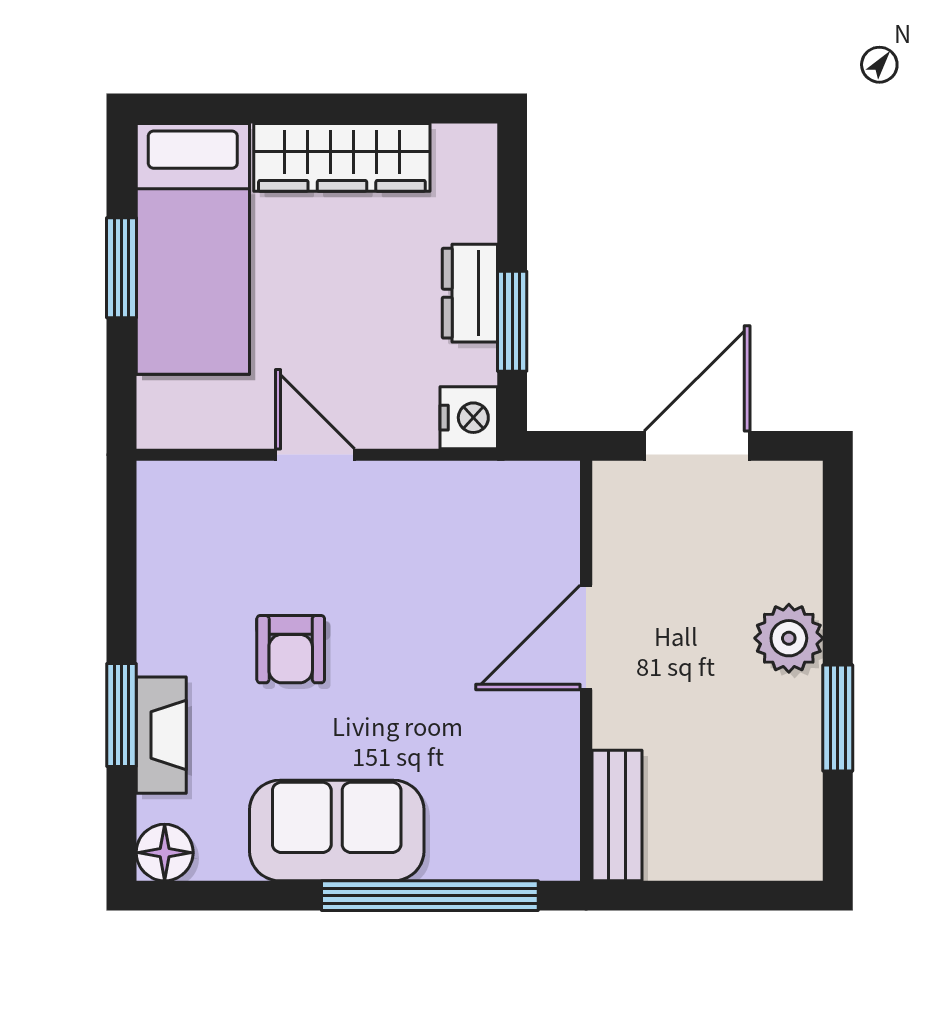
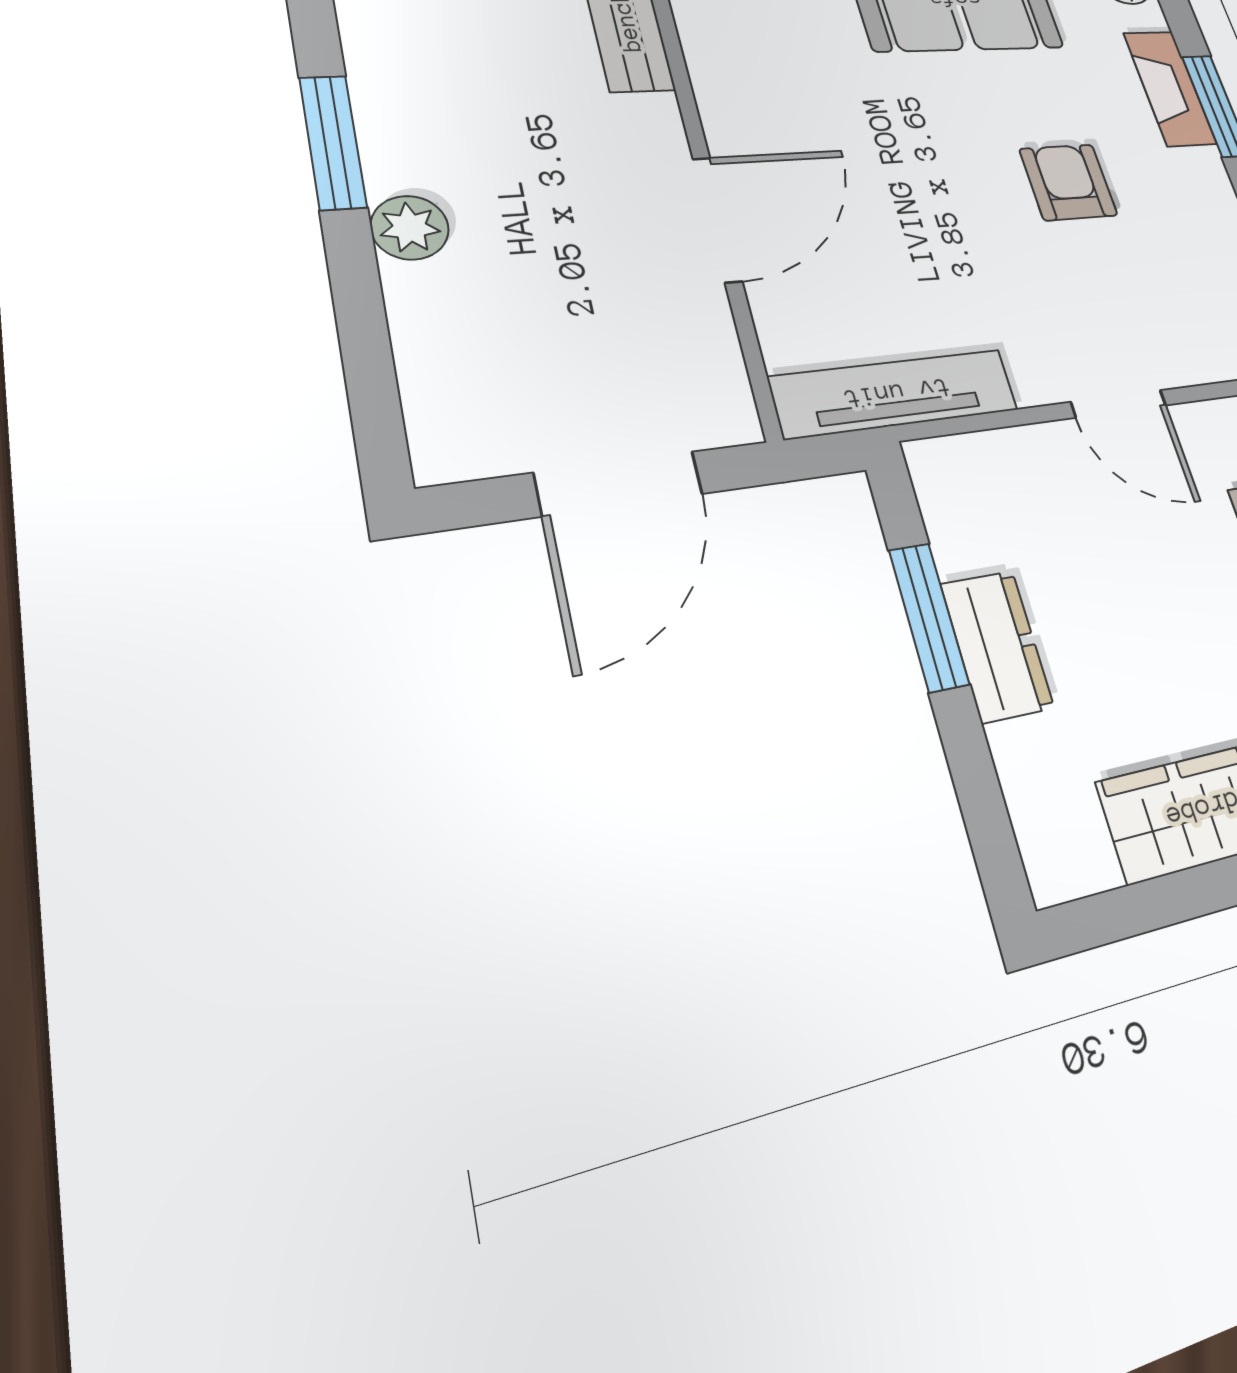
nightstand: (469, 418) -> (948, 476), removed
tv unit: (490, 485) -> (895, 393), added
plant: (789, 638) -> (410, 228), width x0.73, depth x0.73

